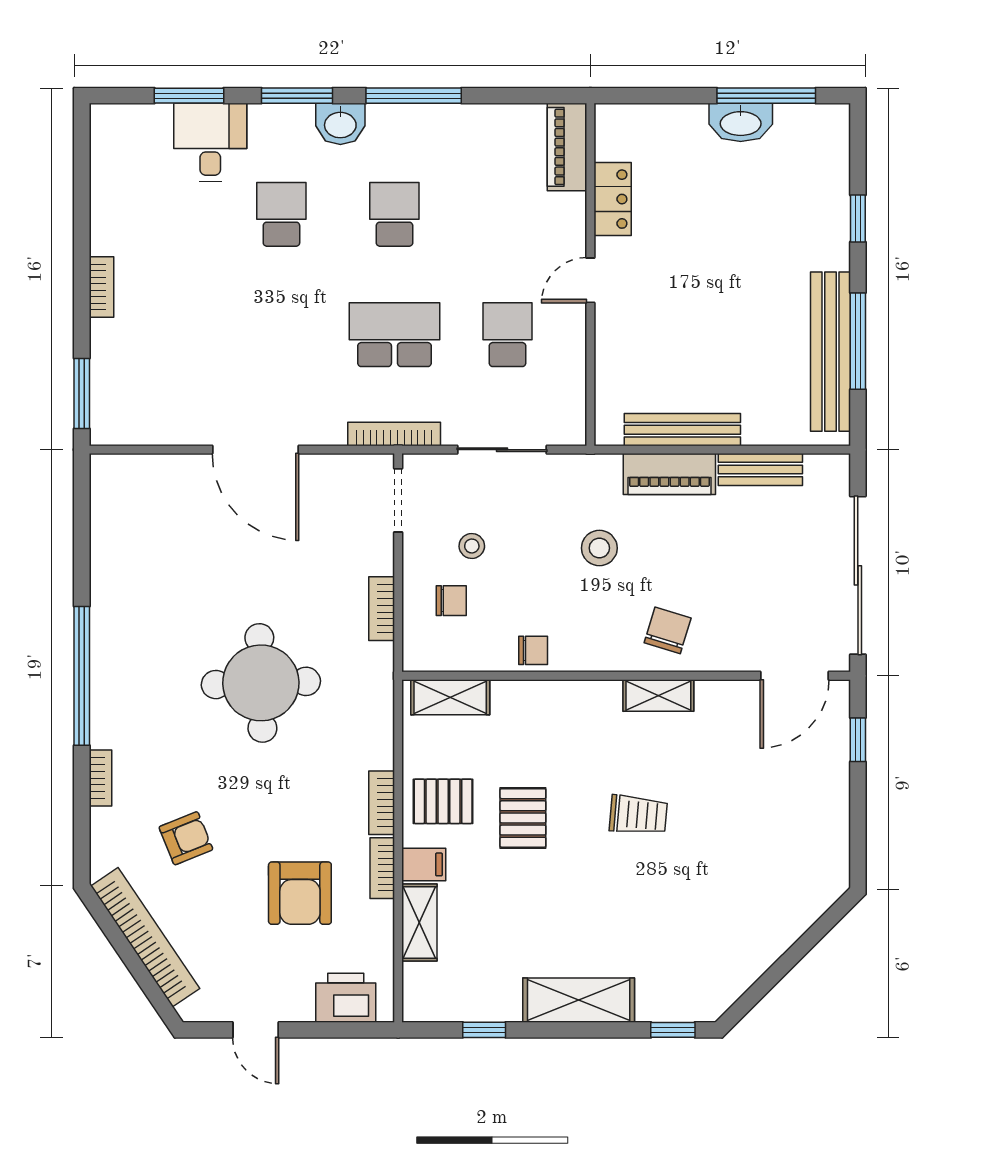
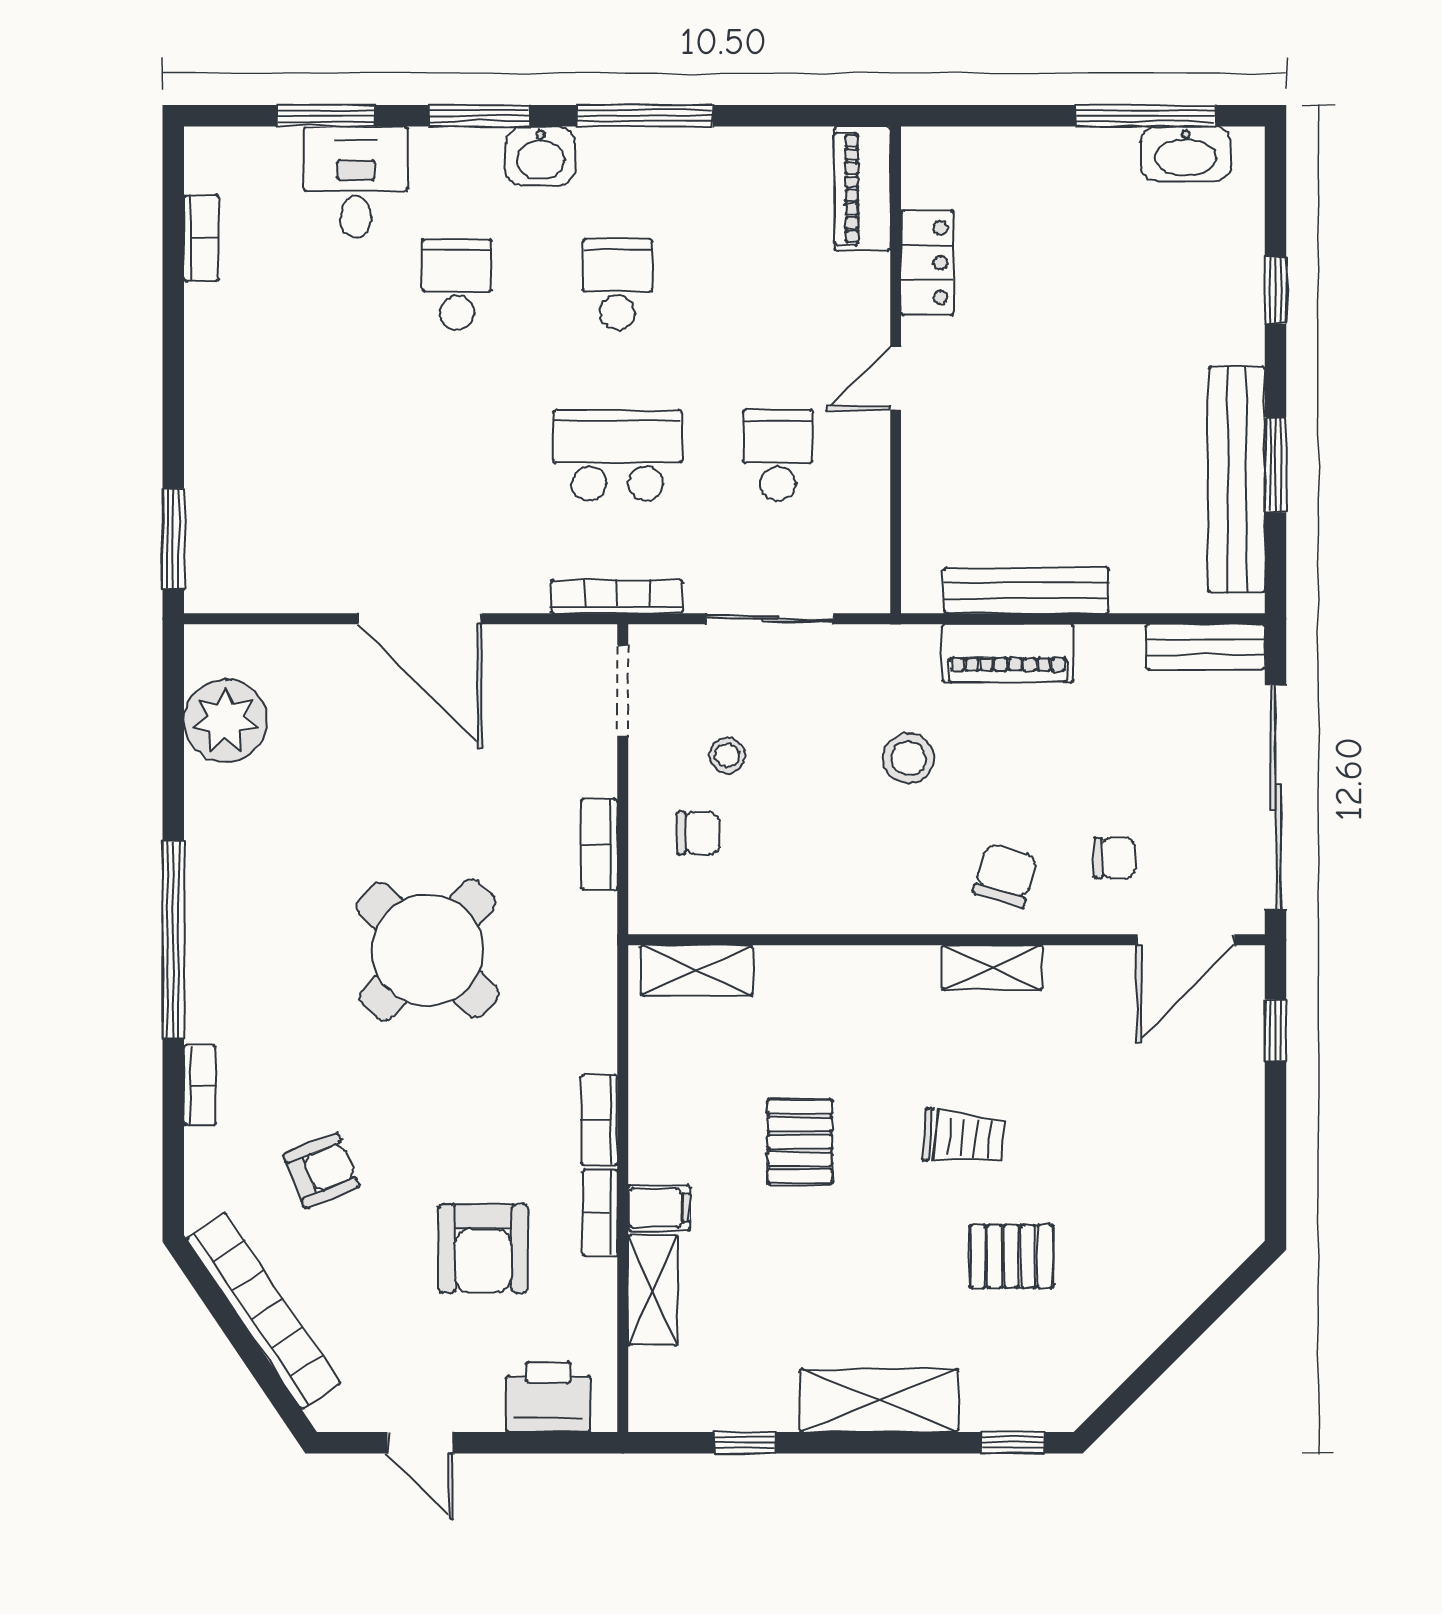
washbasin: (741, 122) -> (1186, 154), moved
bookcase: (101, 287) -> (201, 238), moved
window: (858, 341) -> (1276, 465), width x0.69
bench: (760, 469) -> (1205, 647), moved
plant: (118, 522) -> (225, 721), added
chair: (533, 650) -> (1114, 858), moved
round table: (261, 683) -> (428, 950), turned 45
pallet: (443, 801) -> (1011, 1256), moved

